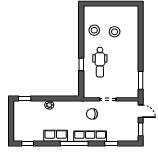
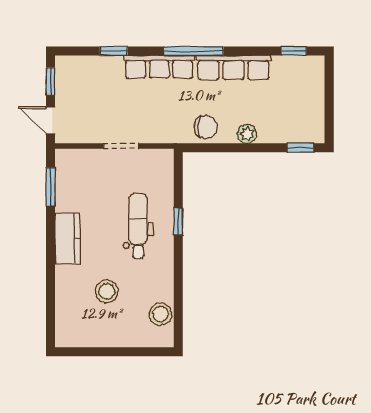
stool: (94, 30) -> (160, 314), moved
kitchen counter: (133, 56) -> (68, 239), added
chair: (92, 114) -> (205, 127), moved
row of seats: (56, 136) -> (233, 68), width x1.48

